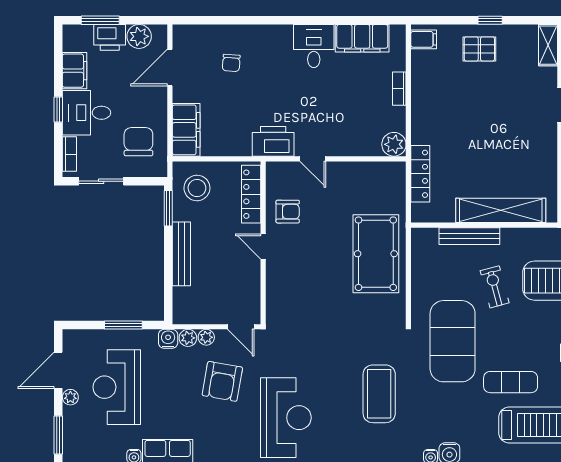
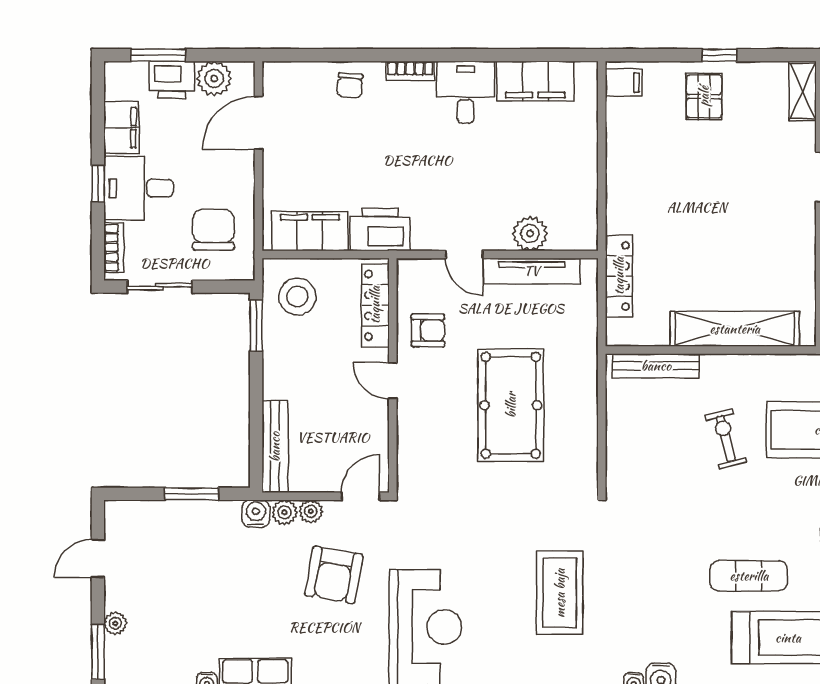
pallet: (479, 49) -> (704, 96), turned 90
chair: (231, 63) -> (350, 85), moved
bookcase: (399, 89) -> (410, 71), moved, turned -90
filing cabinet: (186, 130) -> (310, 231), moved, turned -90
printer: (273, 141) -> (380, 229), moved
plant: (394, 144) -> (530, 234), moved
tv unit: (360, 170) -> (532, 271), added
bench: (469, 236) -> (656, 366), moved
bench: (181, 254) -> (275, 447), moved
pool table: (376, 254) -> (511, 405), moved
door: (241, 327) -> (360, 496), swing flipped
exercise mat: (453, 341) -> (665, 517), removed
door: (58, 370) -> (98, 559), width x0.73
reception desk: (117, 387) -> (182, 583), removed
plant: (70, 397) -> (115, 623), moved

